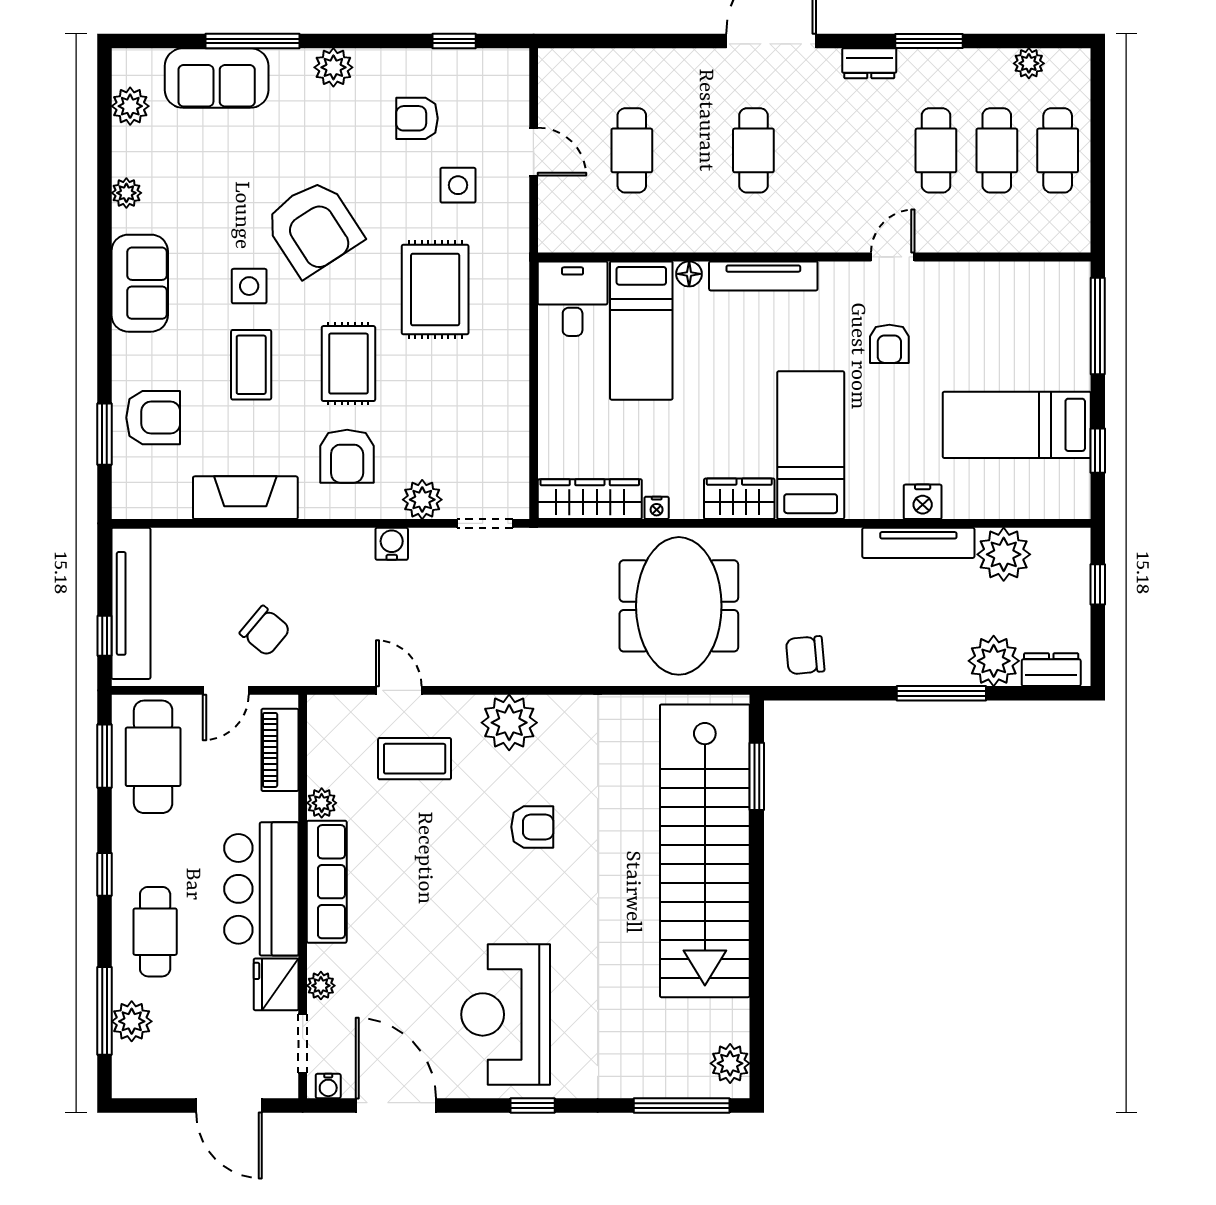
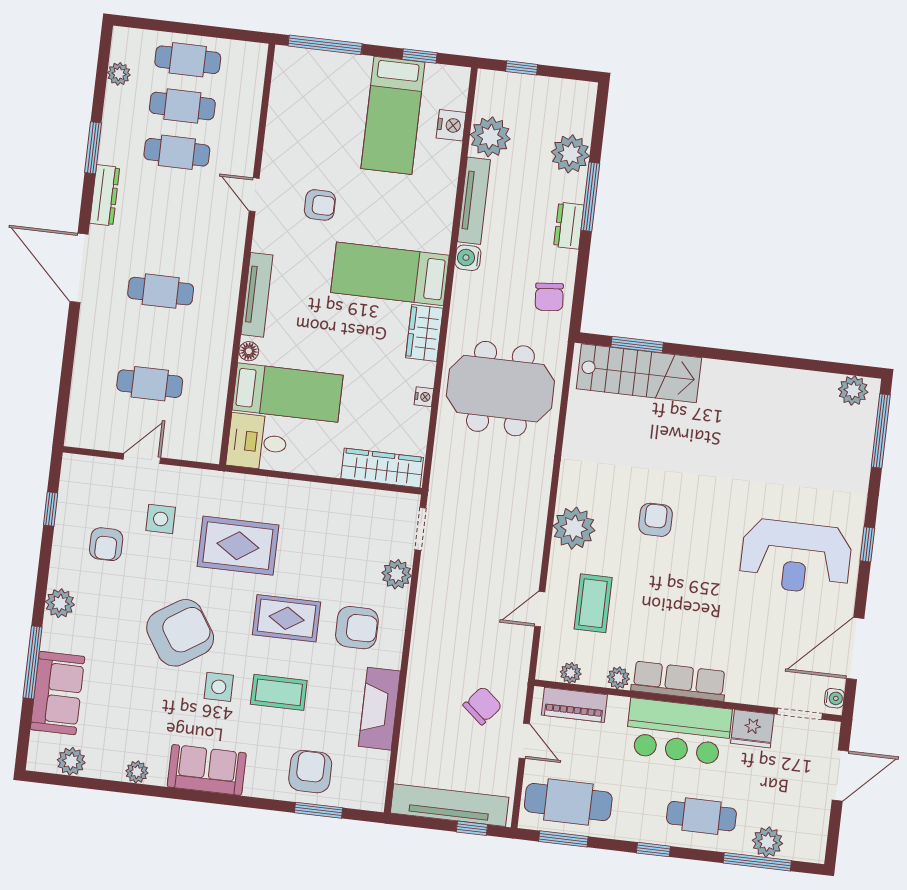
dresser: (869, 63) -> (105, 195), width x1.44
wardrobe: (590, 499) -> (382, 468), moved, turned 90
nightstand: (923, 502) -> (451, 125), moved
water cooler: (392, 544) -> (468, 258), moved
dresser: (1051, 670) -> (569, 226), moved
stairs: (705, 851) -> (639, 373), width x0.54, depth x0.66
plant: (321, 986) -> (571, 673), moved

